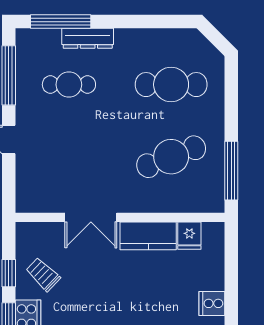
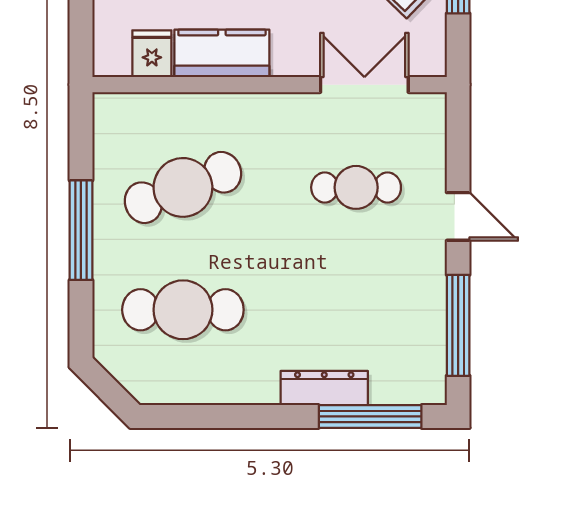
cafe table: (69, 85) -> (356, 187), moved
window: (231, 171) -> (81, 230), moved
double door: (91, 217) -> (364, 85), moved

